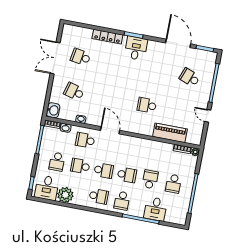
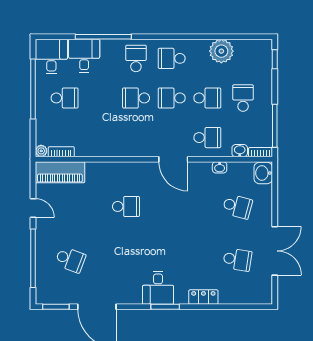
locker: (107, 37) -> (203, 297), width x0.66
piano: (170, 133) -> (60, 172), moved
school desk: (150, 179) -> (100, 98), removed
school desk: (173, 184) -> (65, 98), turned 90
desk: (47, 188) -> (51, 56), moved

